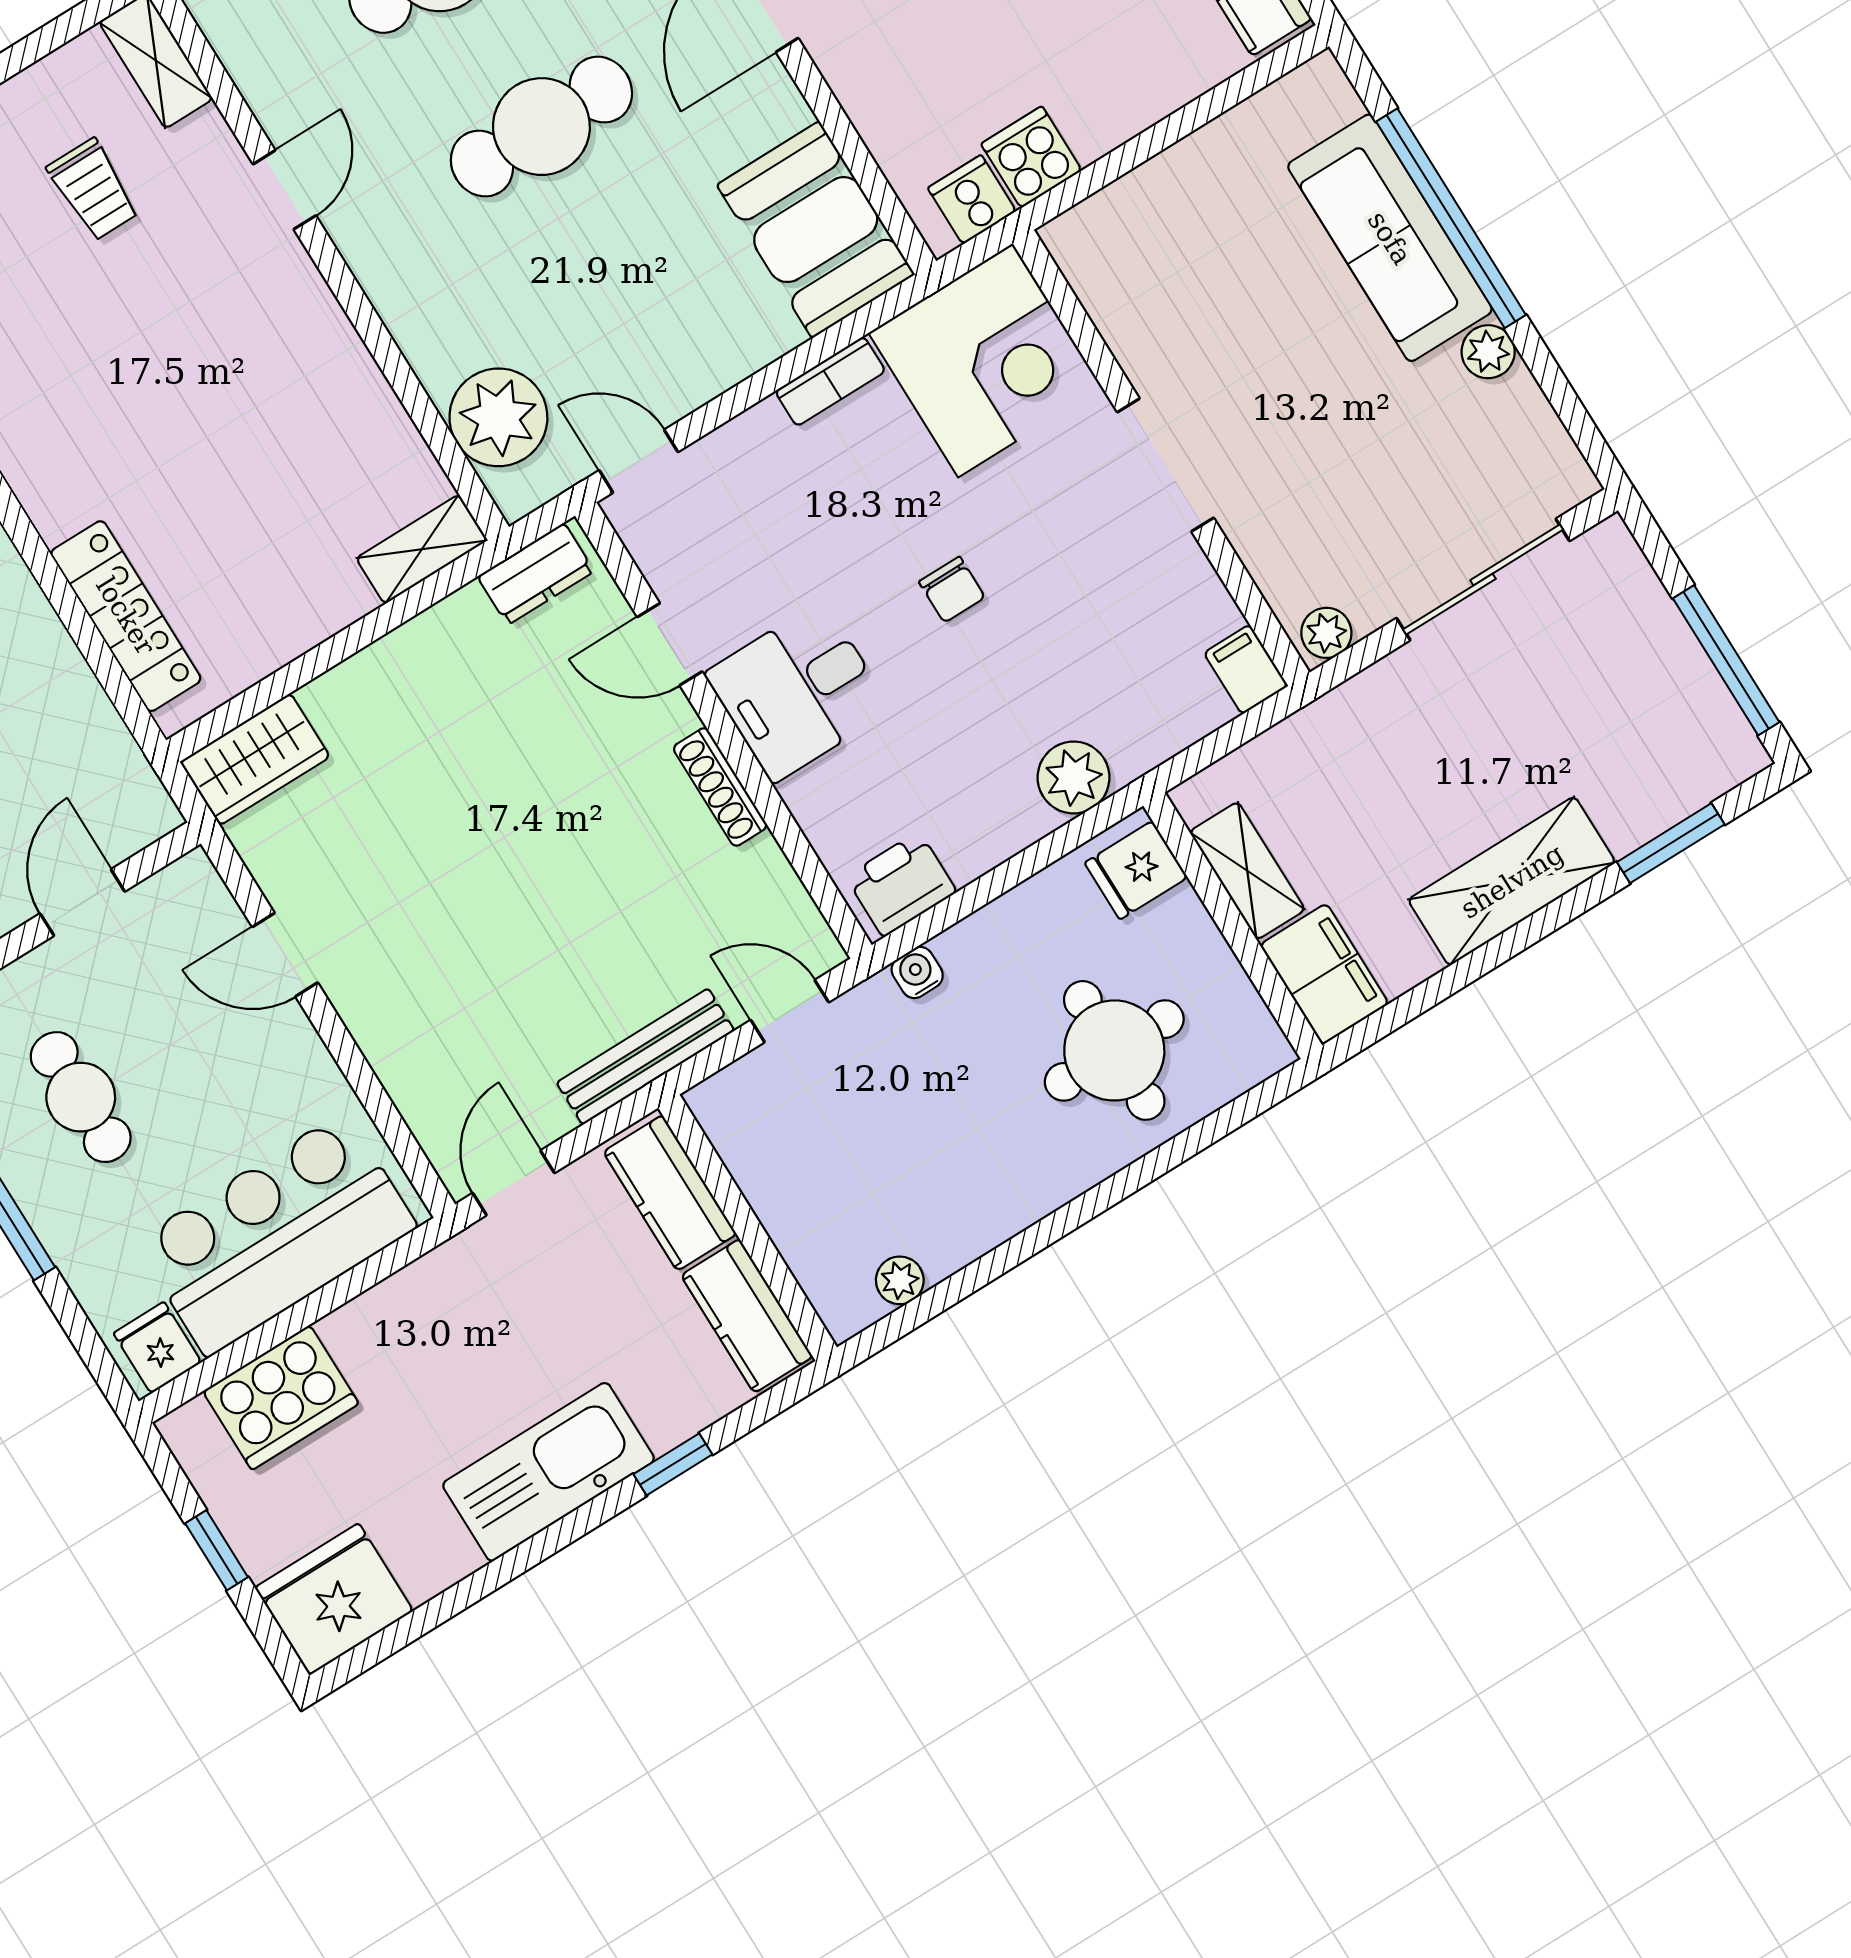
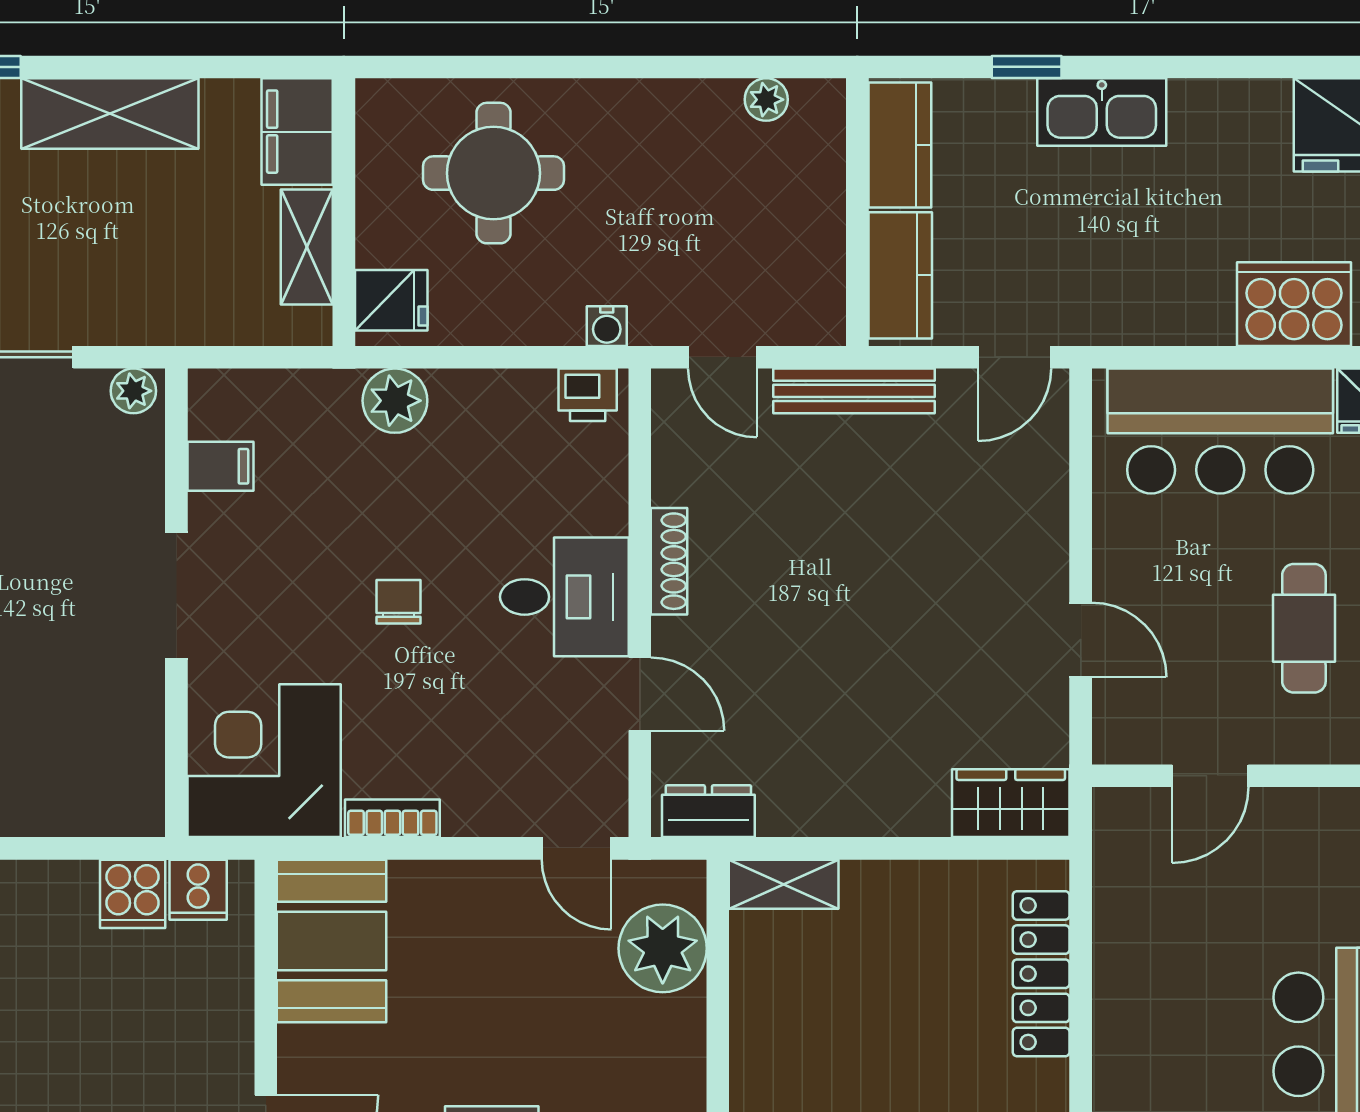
filing cabinet: (1246, 669) -> (220, 466), moved, turned -90
printer: (901, 884) -> (588, 395), width x0.73, depth x0.81
kitchen sink: (548, 1472) -> (1102, 112), width x0.73, depth x0.81

